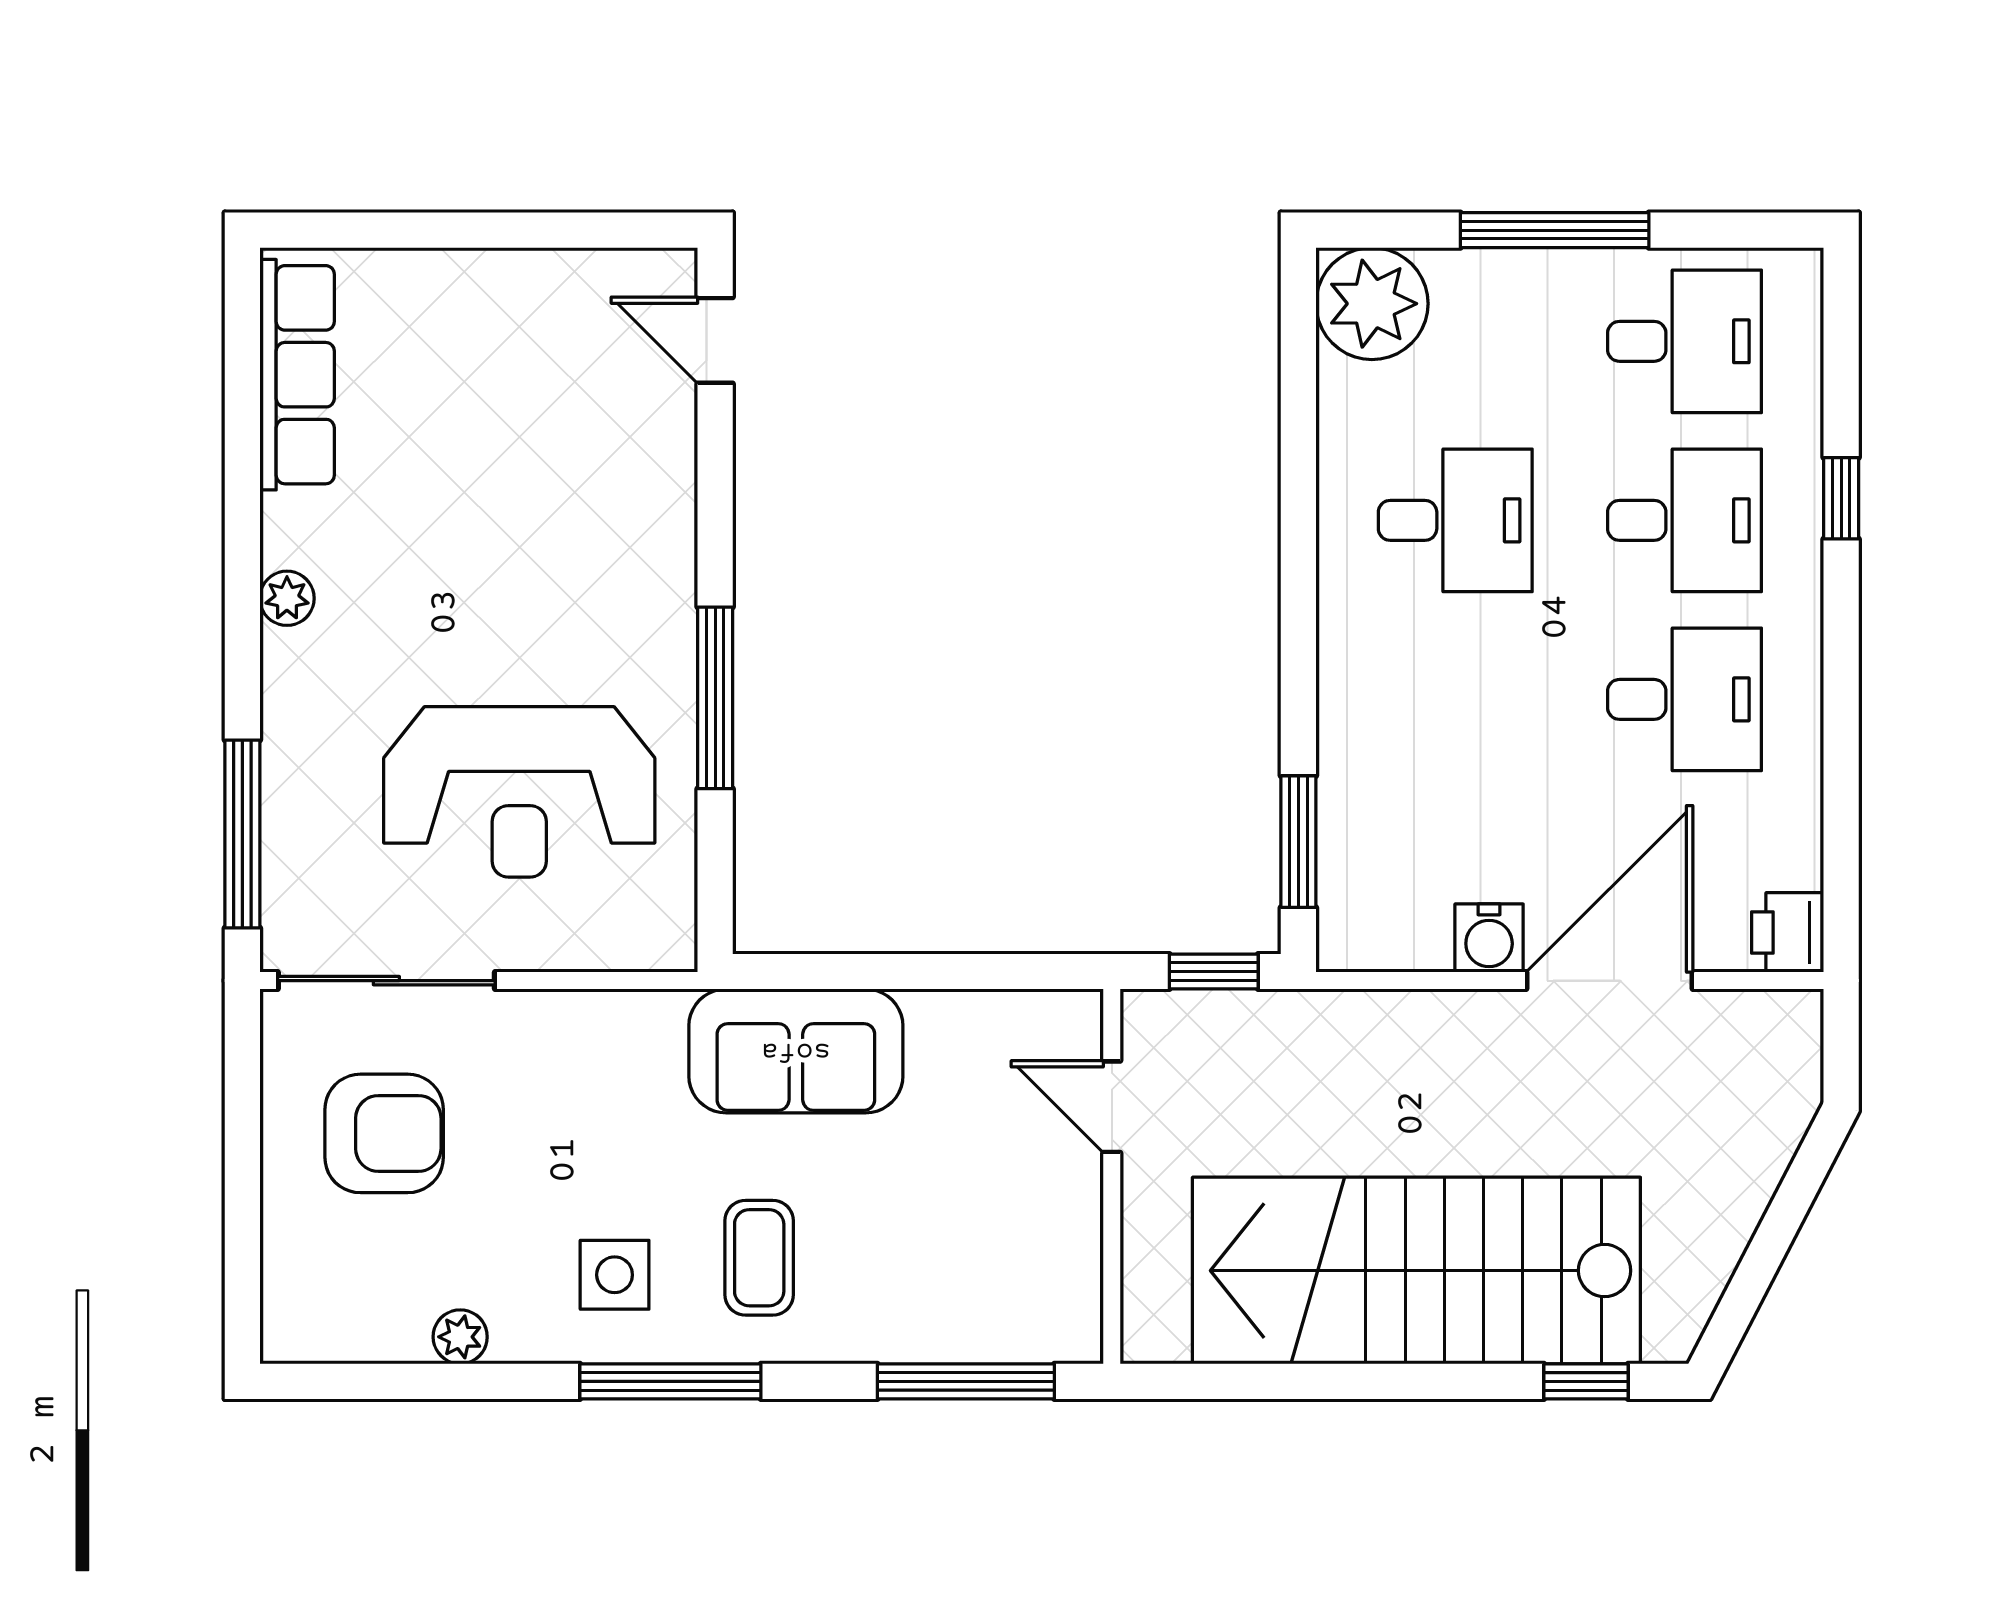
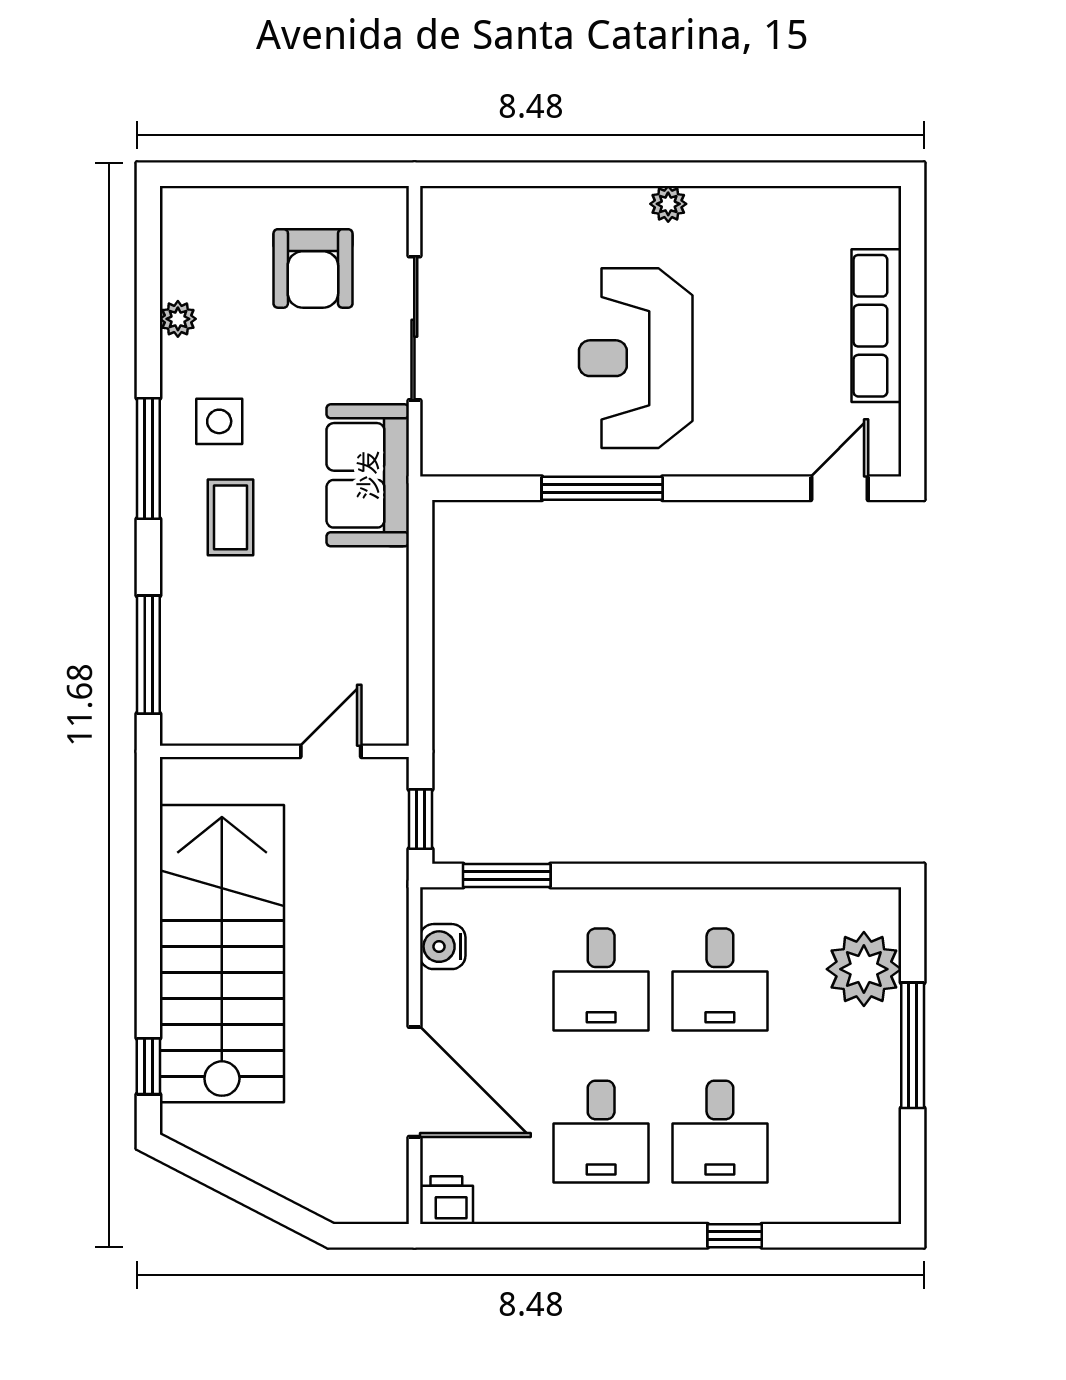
plant: (1372, 304) -> (864, 969), moved
desk: (1684, 341) -> (601, 979), moved
row of seats: (297, 375) -> (876, 326), moved, turned 90
reception desk: (519, 792) -> (636, 358), moved
window: (242, 834) -> (512, 174), removed
water cooler: (1489, 938) -> (443, 947), moved
sliding door: (386, 981) -> (414, 328), moved
sofa: (796, 1051) -> (368, 475), moved
coffee table: (759, 1258) -> (230, 517), turned 90

